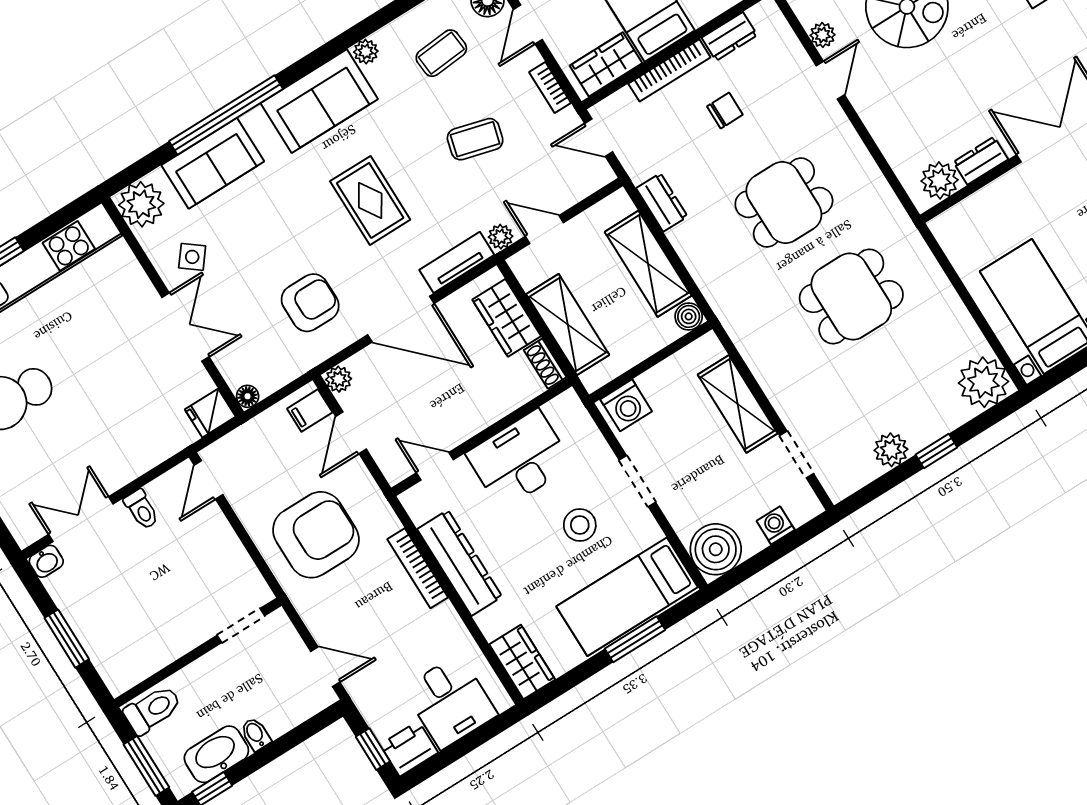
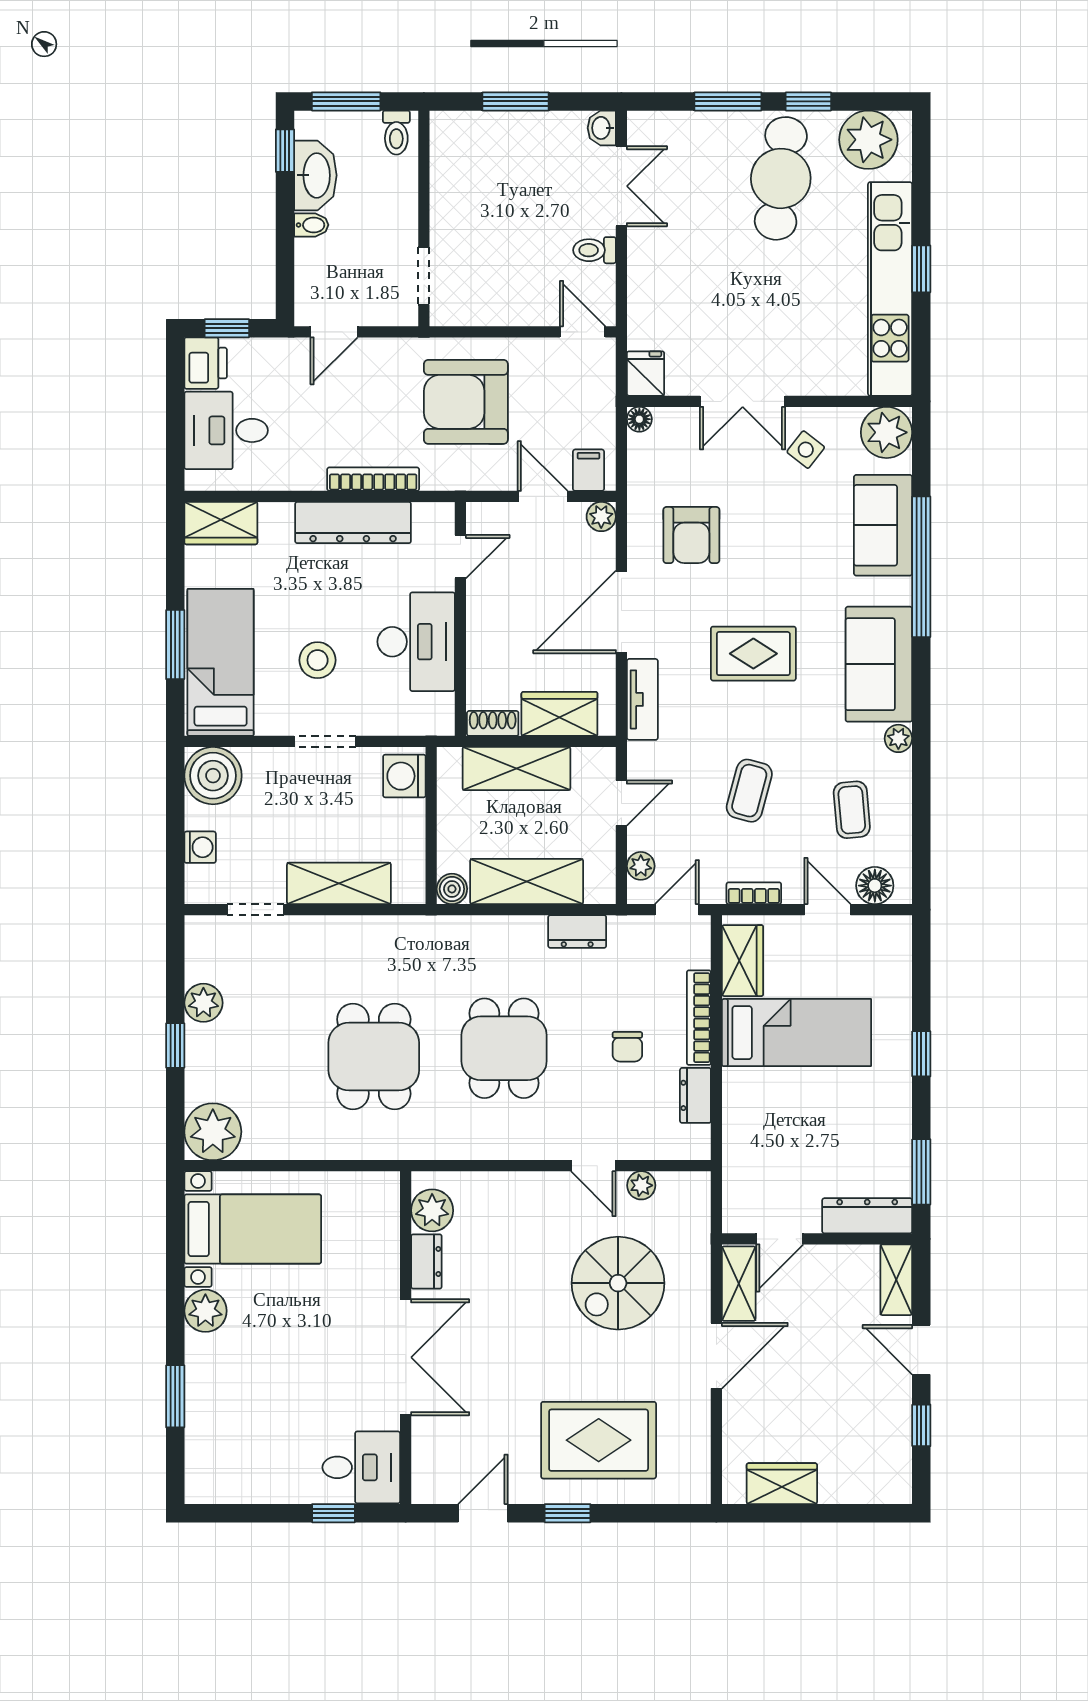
plant: (501, 237) -> (641, 866), moved
armchair: (316, 535) -> (466, 402), turned 90
toilet: (153, 710) -> (396, 133), width x0.73, depth x0.72

